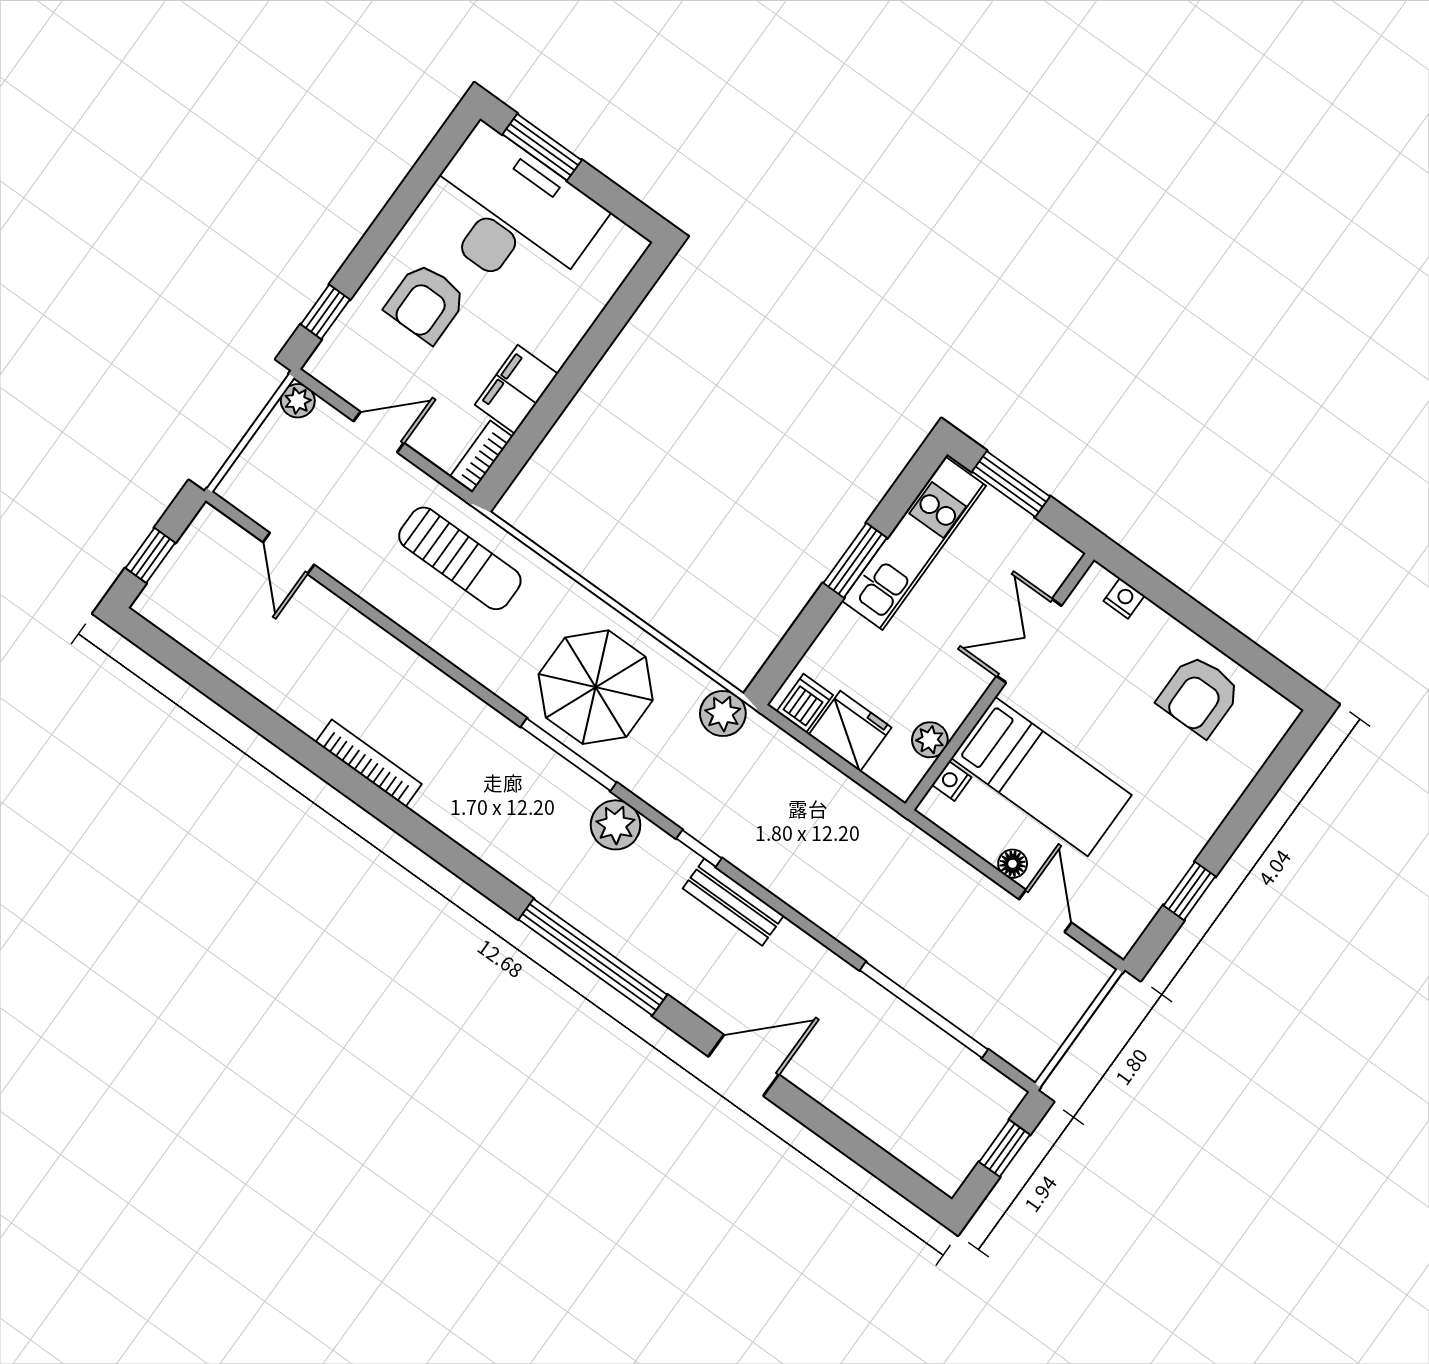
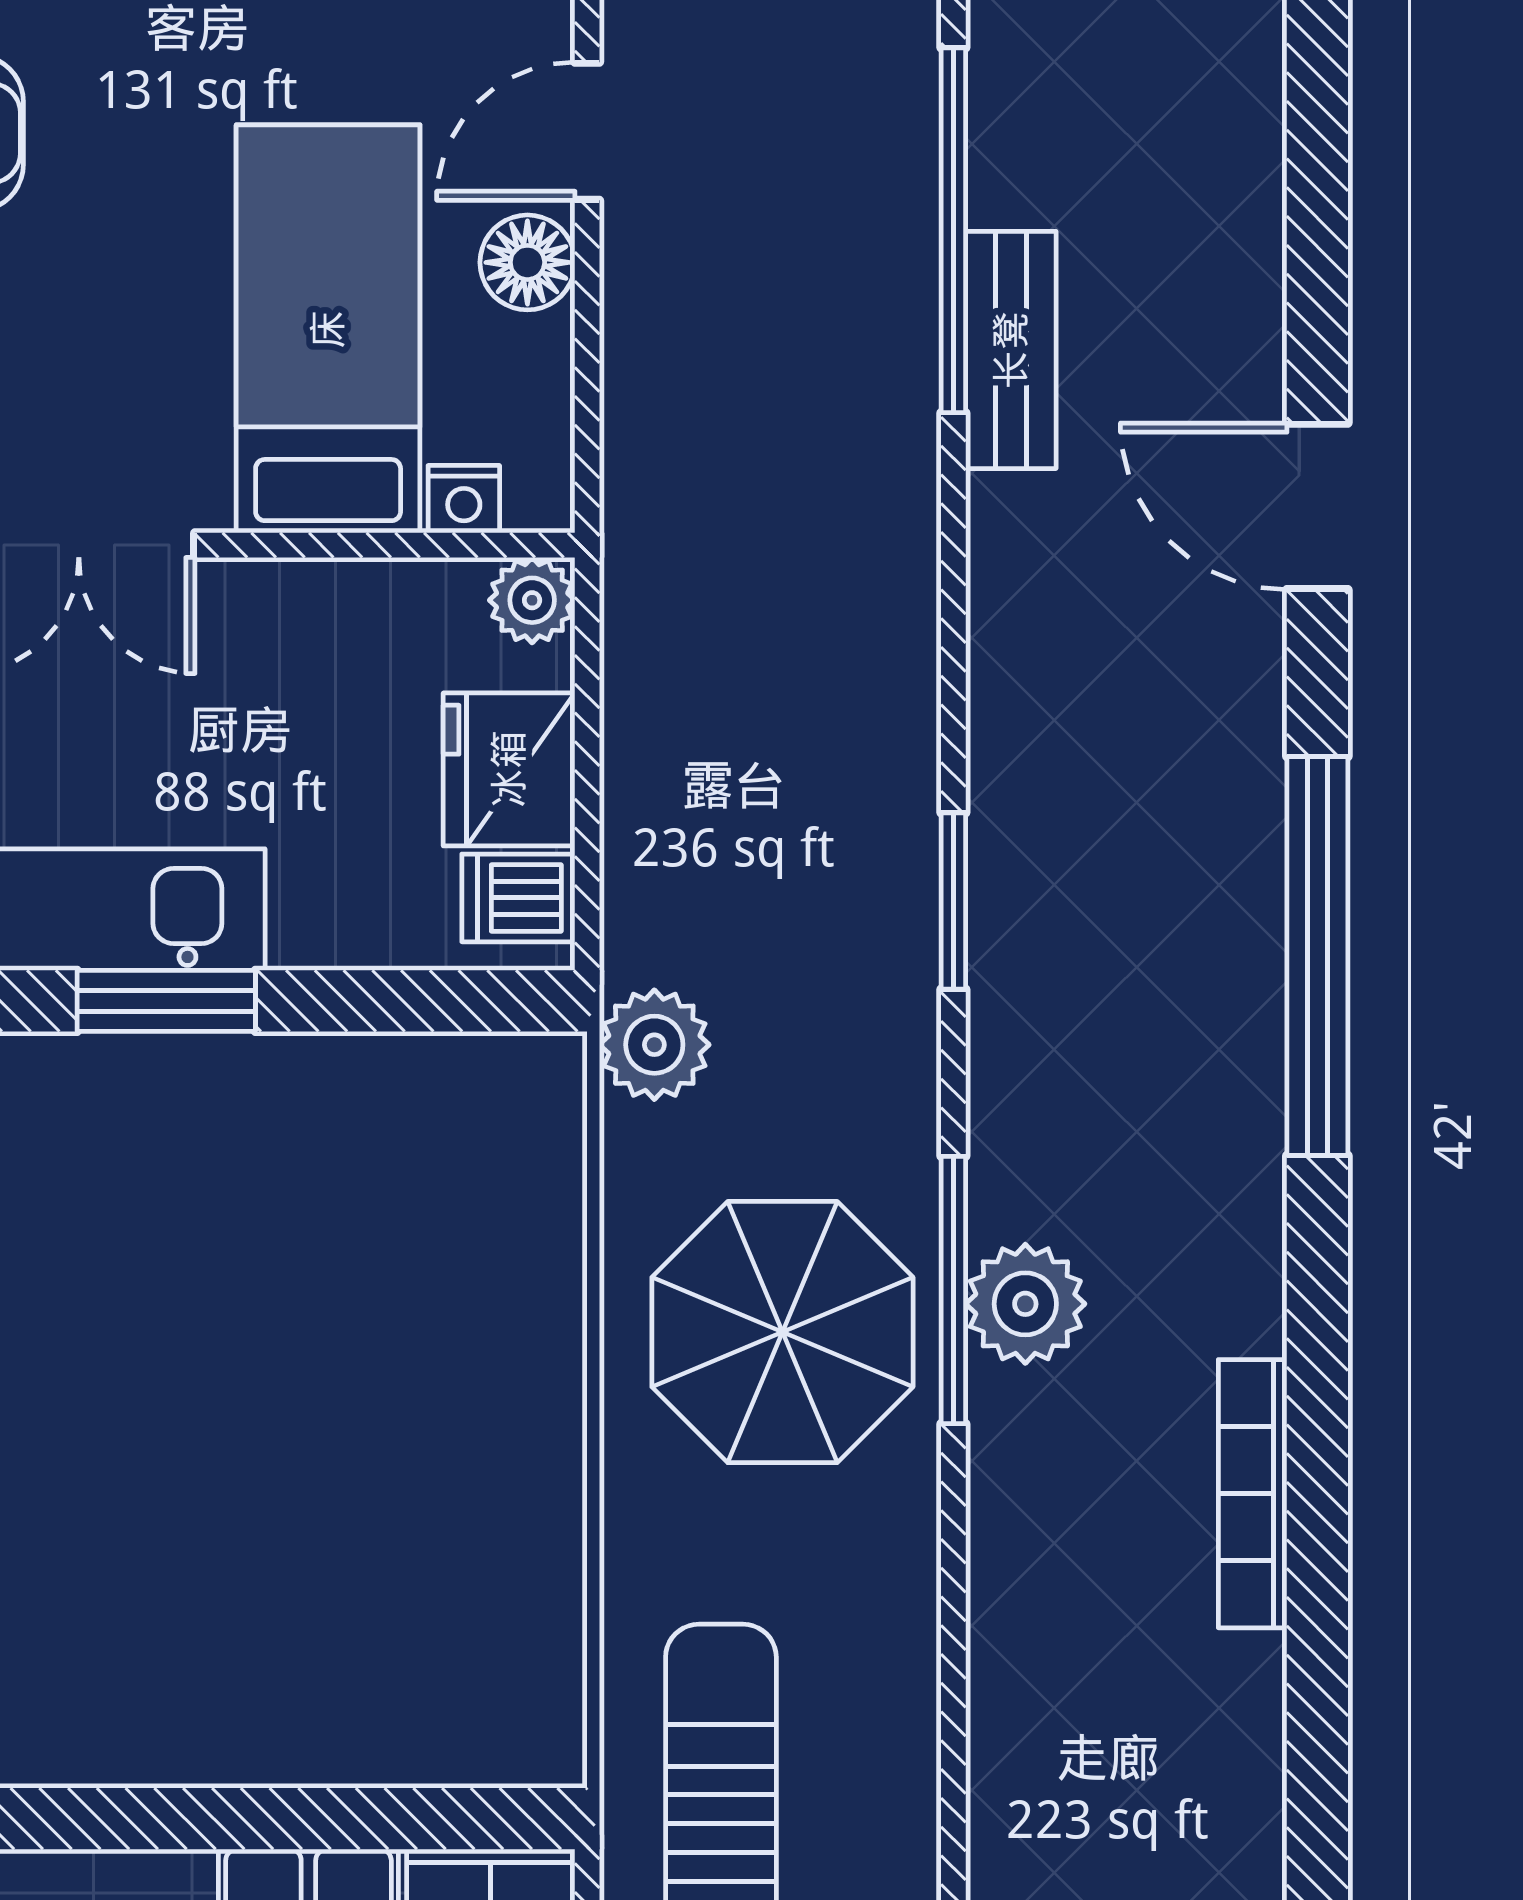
plant: (930, 740) -> (532, 600), moved
bookcase: (369, 763) -> (1253, 1494), moved
plant: (616, 825) -> (1025, 1304), moved
window: (699, 848) -> (953, 901), width x1.50
floor lamp: (1013, 864) -> (527, 262), width x1.37, depth x1.37
bench: (733, 902) -> (1011, 350), moved

